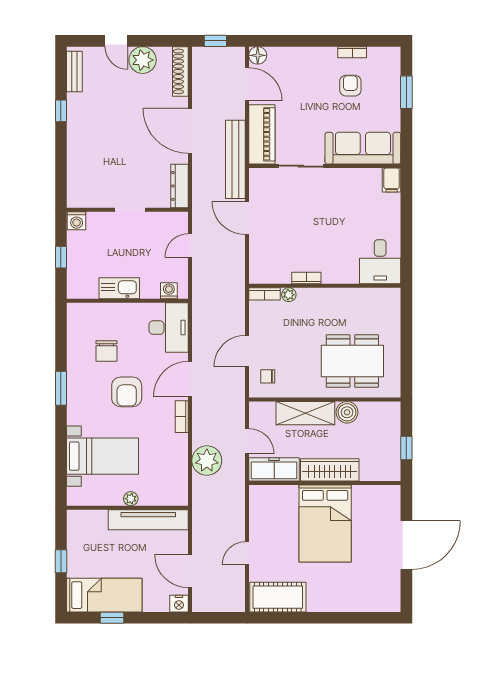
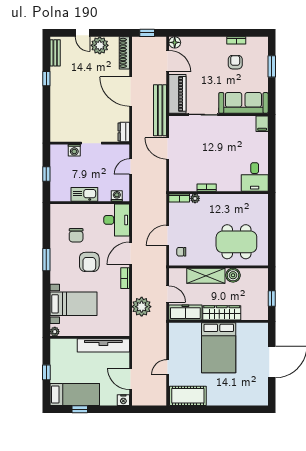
dresser: (180, 186) -> (124, 132), width x0.70
washing machine: (77, 221) -> (74, 150), moved
plant: (131, 499) -> (55, 332), moved

